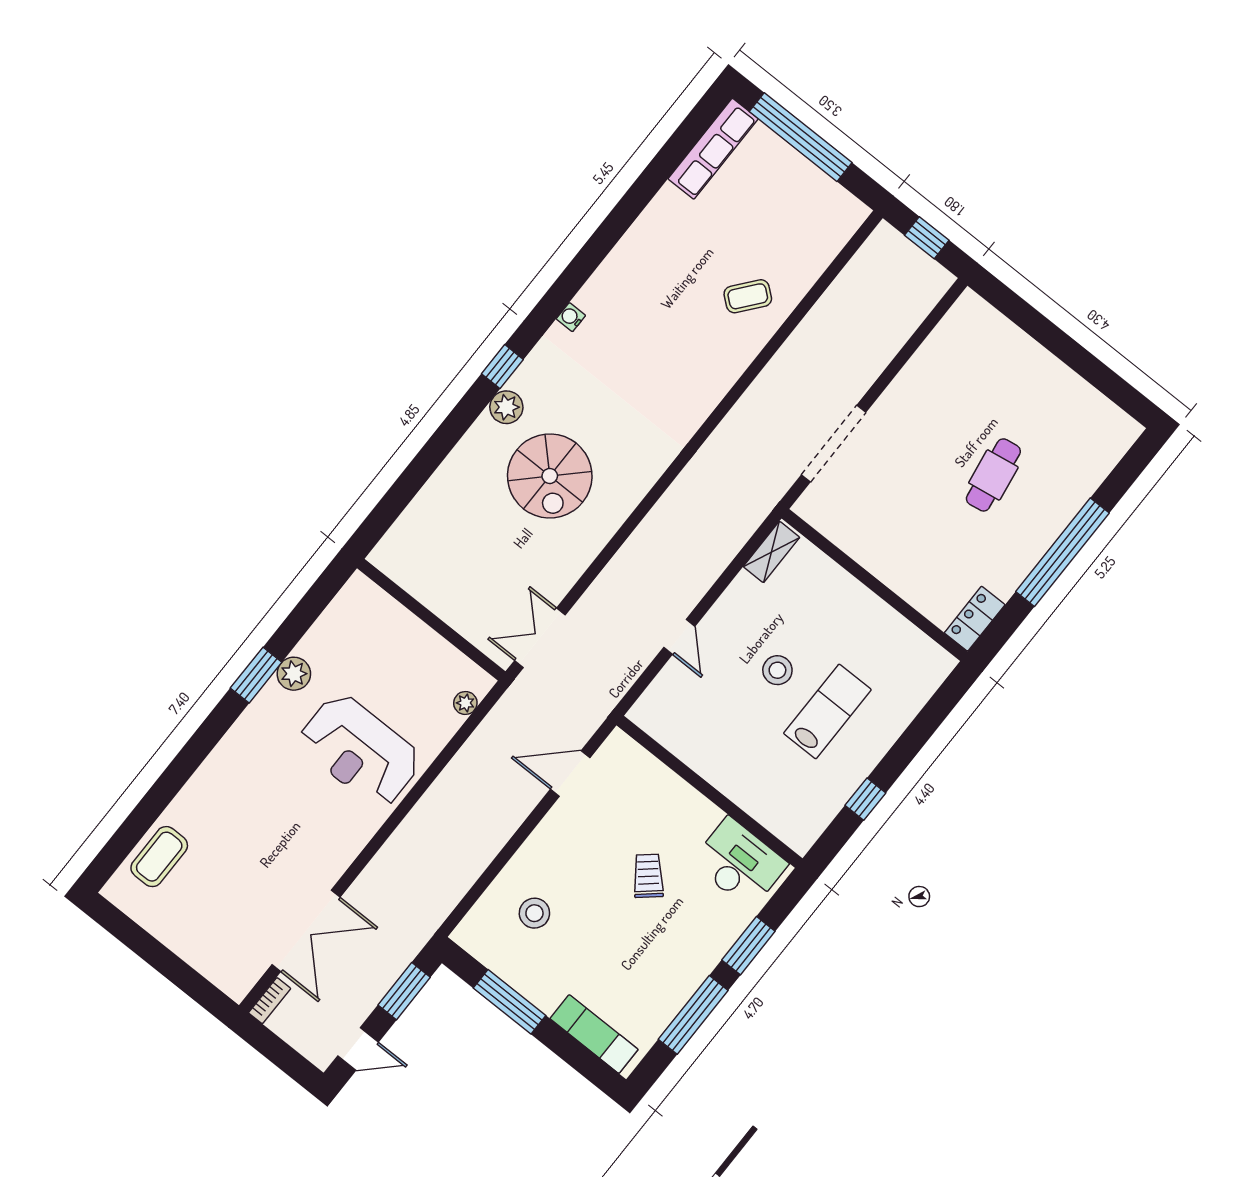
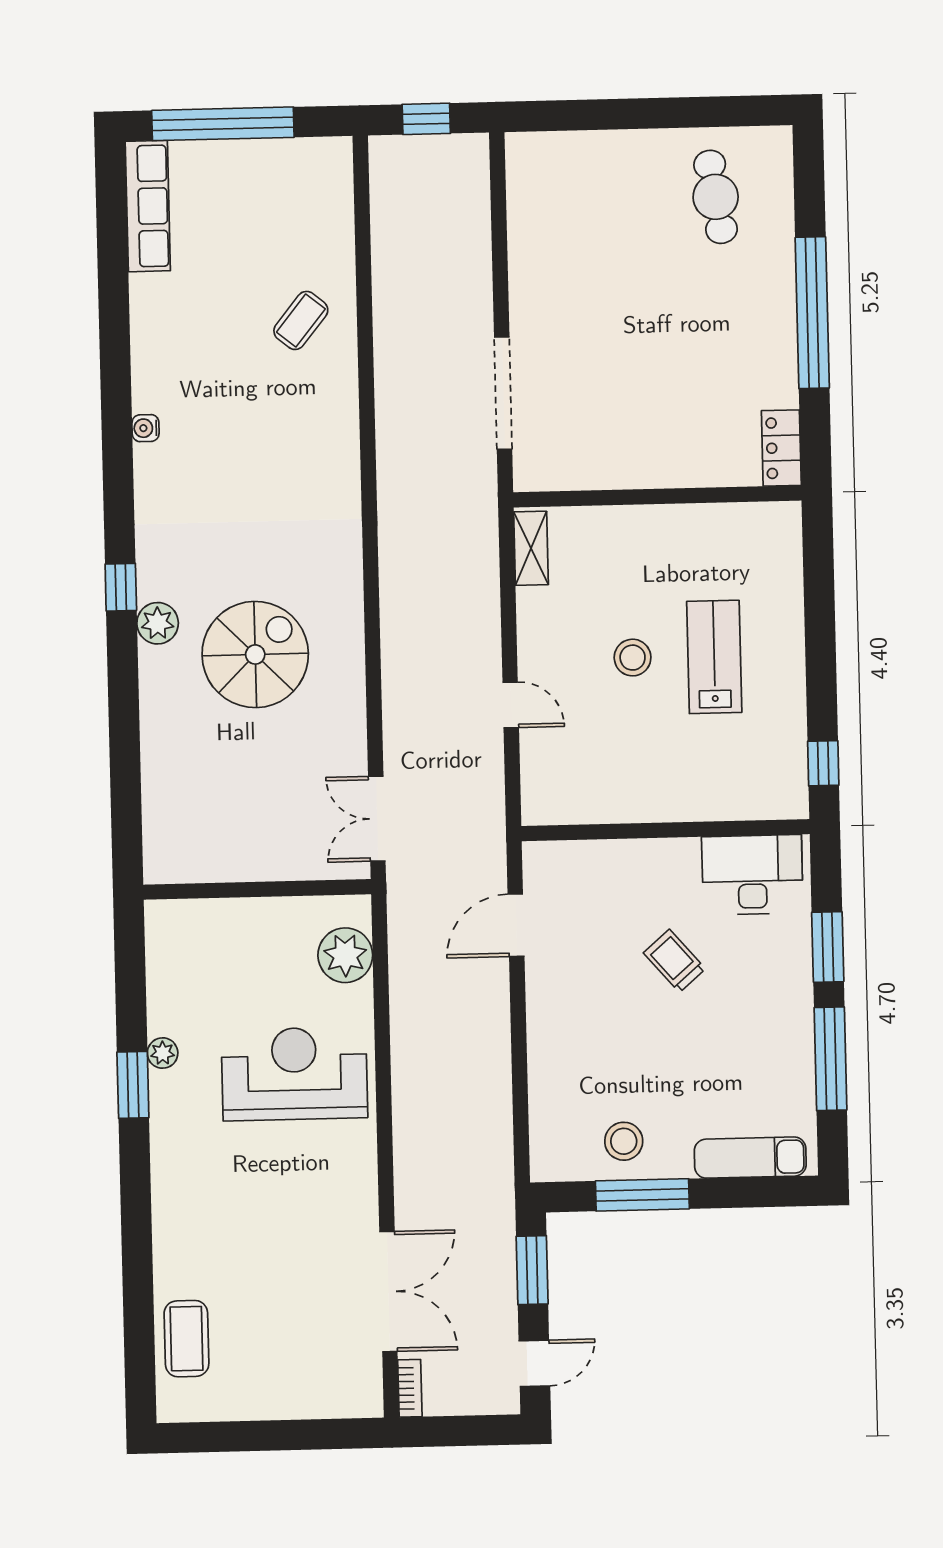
water cooler: (571, 317) -> (146, 428), moved
cafe table: (993, 475) -> (716, 197), moved
spiral stairs: (550, 476) -> (255, 654), turned -90
plant: (294, 674) -> (163, 1053), width x0.73, depth x0.73
plant: (465, 703) -> (345, 955), width x1.87, depth x1.87
reception desk: (360, 751) -> (294, 1074), turned 180
window: (865, 799) -> (823, 763), moved
stool: (534, 913) -> (624, 1141), moved

